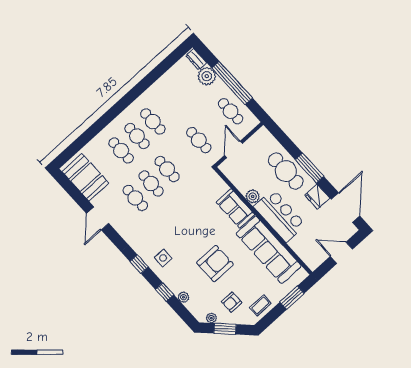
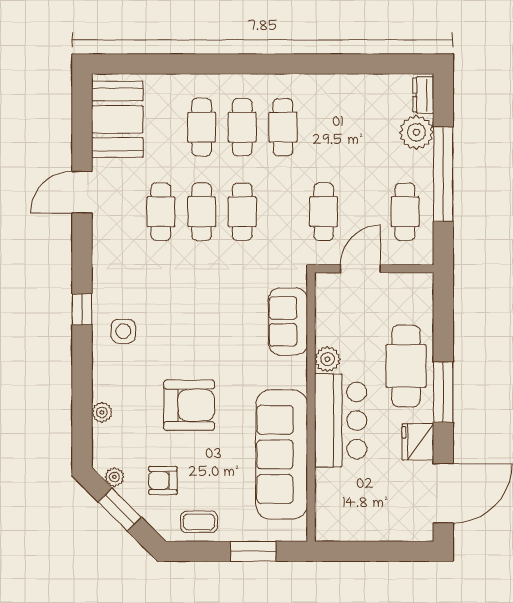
sofa: (235, 208) -> (288, 321), moved
door: (341, 253) -> (380, 551), removed
window: (165, 292) -> (82, 381), removed

